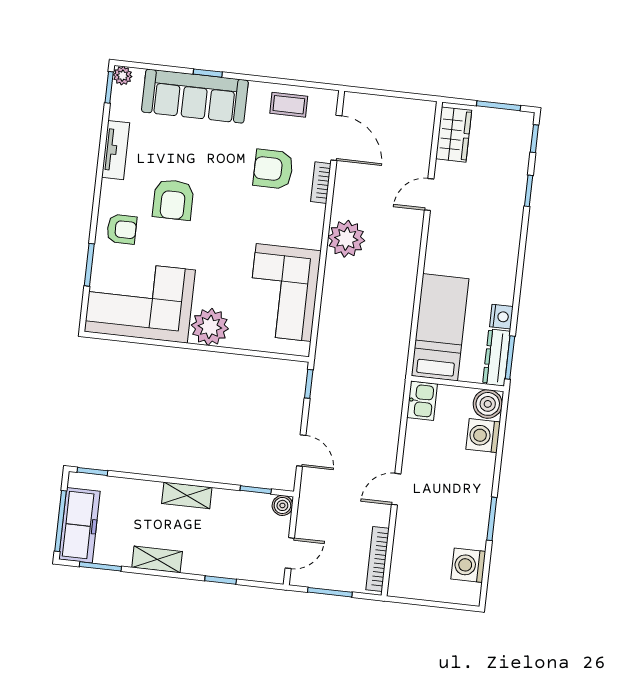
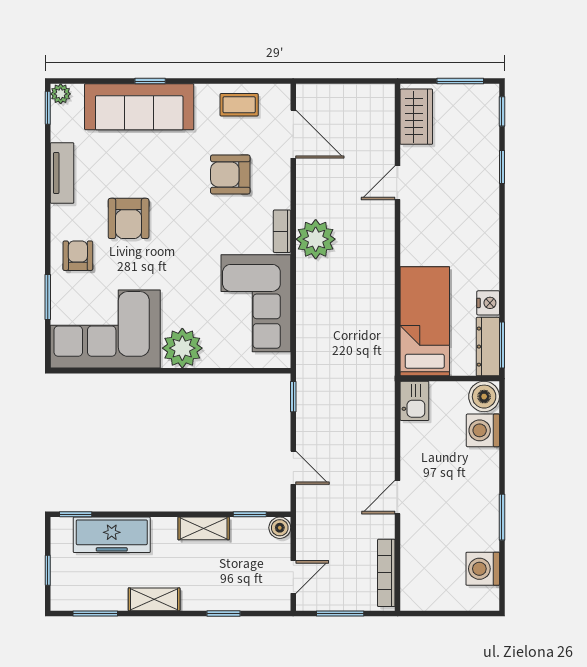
bookcase: (321, 183) -> (282, 231), moved
armchair: (122, 229) -> (78, 256), turned -90
shelving: (187, 495) -> (204, 528), moved
window: (60, 521) -> (48, 570), width x0.46
freezer: (79, 525) -> (112, 535), moved, turned 90

